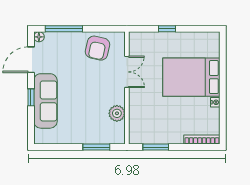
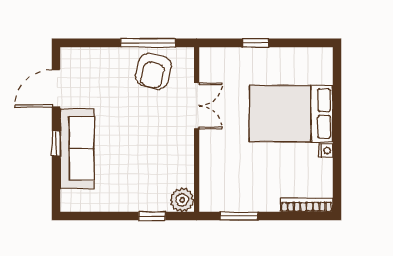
window: (64, 29) -> (148, 43), moved
floor lamp: (39, 37) -> (68, 55), removed
plant: (117, 113) -> (182, 200), moved
window: (96, 147) -> (152, 216), width x0.67

